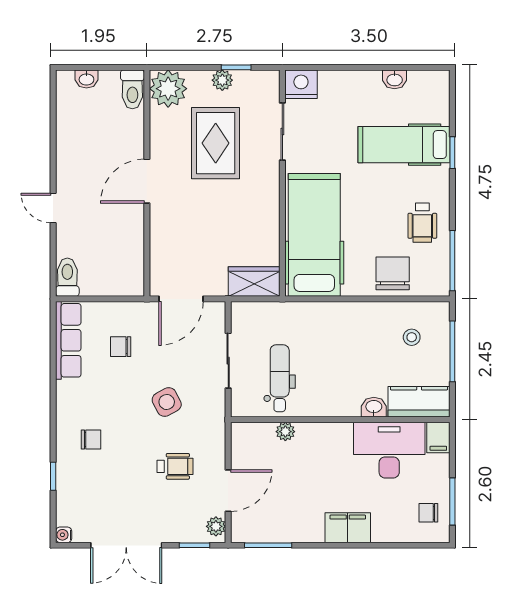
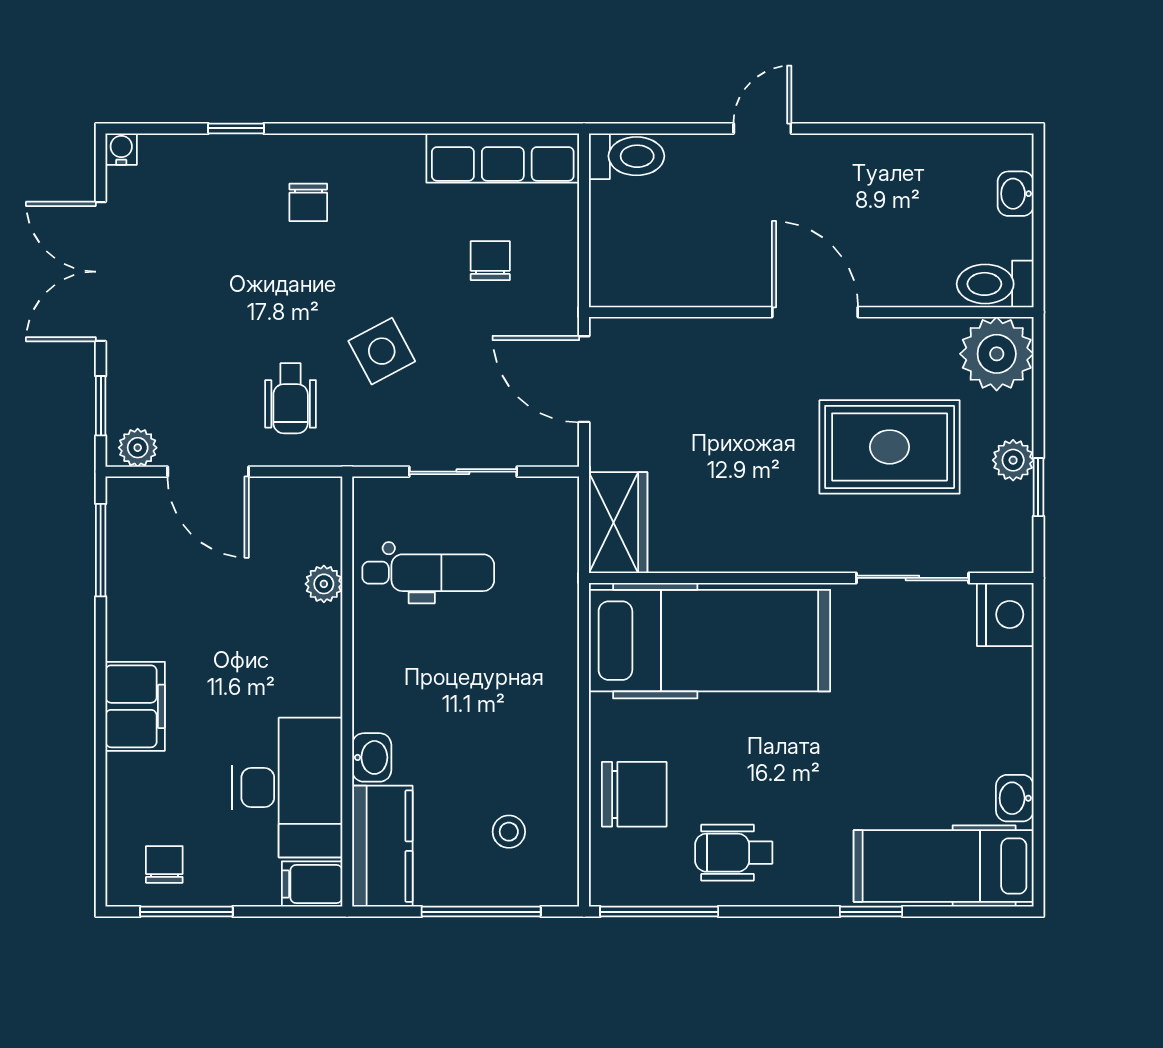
hospital bed: (404, 145) -> (944, 866), moved, turned -90
wheelchair: (175, 466) -> (291, 398), moved

